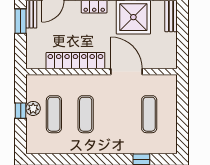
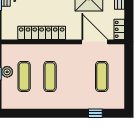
locker: (171, 56) -> (119, 29), added
door: (126, 72) -> (95, 42), moved

